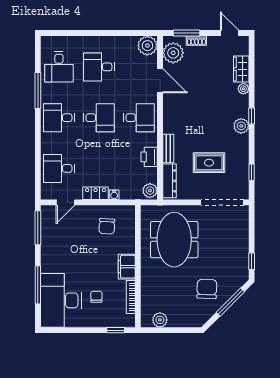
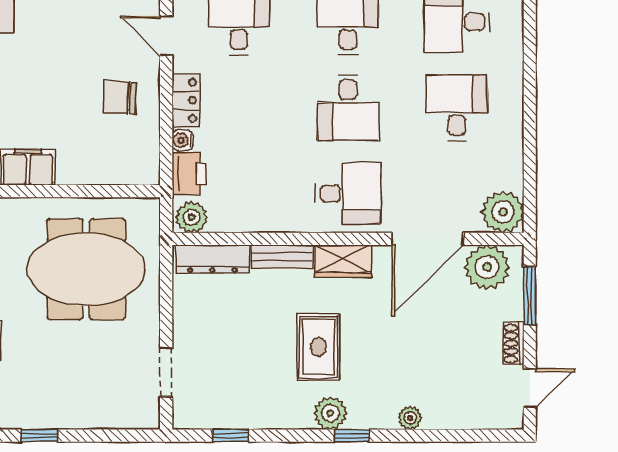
shoe rack: (196, 41) -> (513, 344), moved
wardrobe: (241, 69) -> (343, 261), moved, turned 180
door: (160, 81) -> (427, 239), width x1.36
desk: (139, 118) -> (348, 193), turned -90
printer: (149, 157) -> (189, 174), moved, turned 90
rug: (209, 163) -> (319, 347), moved
doorway: (222, 202) -> (166, 372), width x0.53
chair: (107, 226) -> (119, 98), moved

